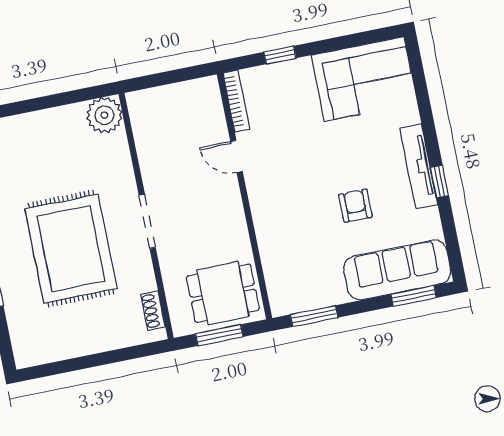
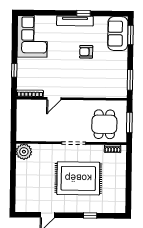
sofa: (397, 270) -> (118, 34), width x0.73
dining table: (223, 293) -> (104, 124), moved

